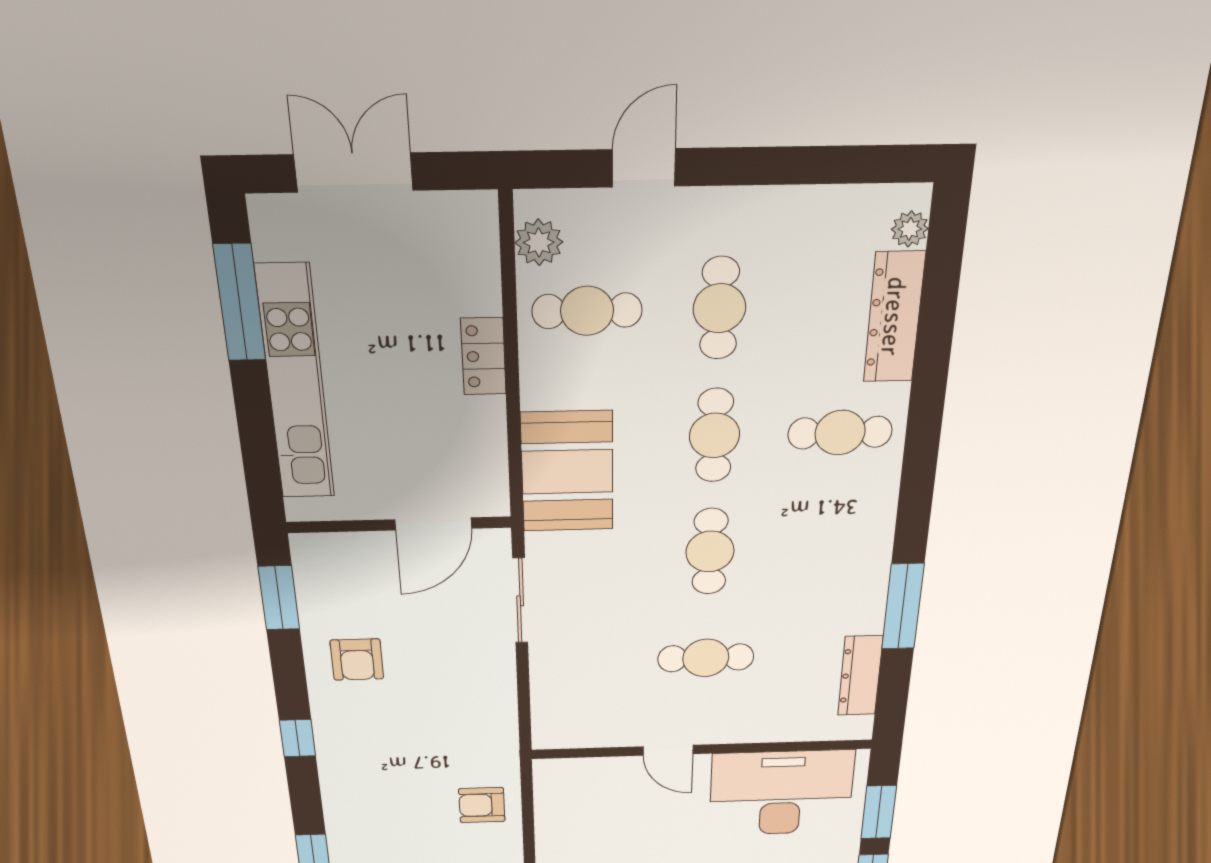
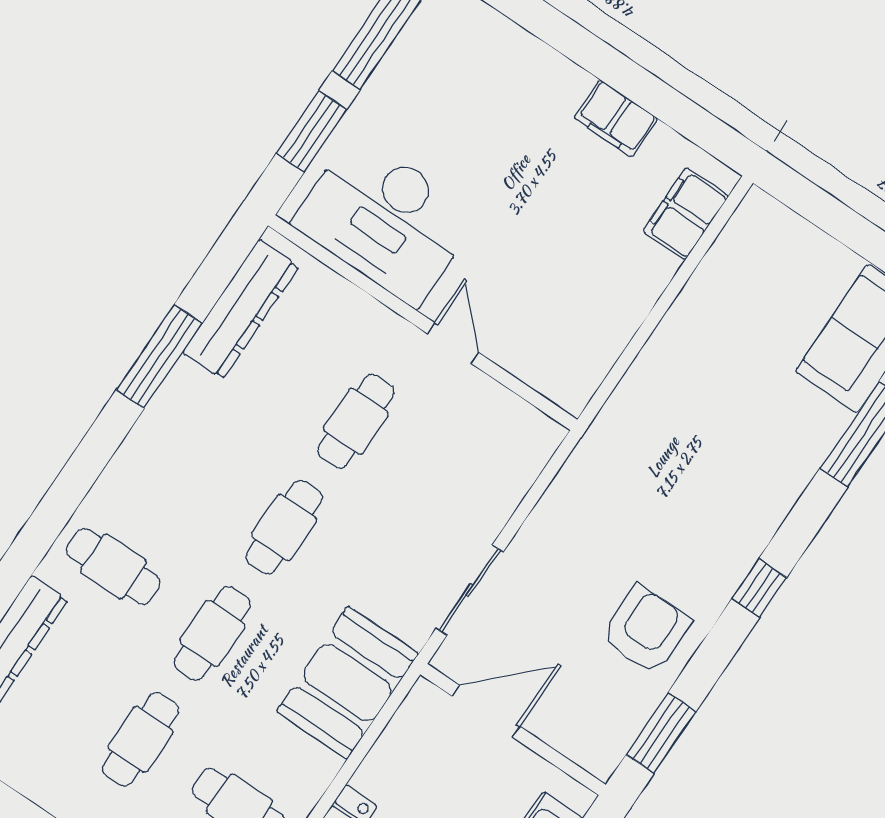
cafe table: (706, 658) -> (356, 421), turned 90
armchair: (357, 660) -> (646, 630), width x1.38, depth x1.38
dresser: (860, 676) -> (241, 309), width x1.37, depth x1.24
armchair: (482, 805) -> (658, 400), removed

